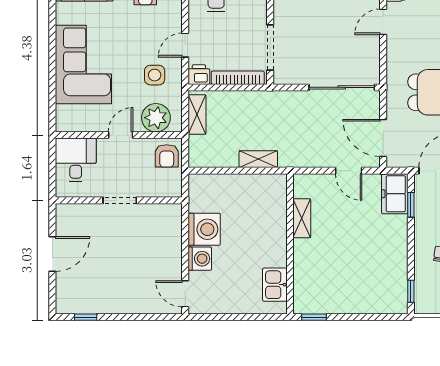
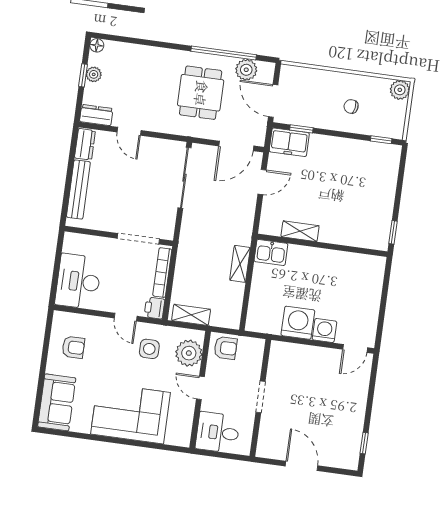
kitchen sink: (275, 285) -> (271, 252), moved

